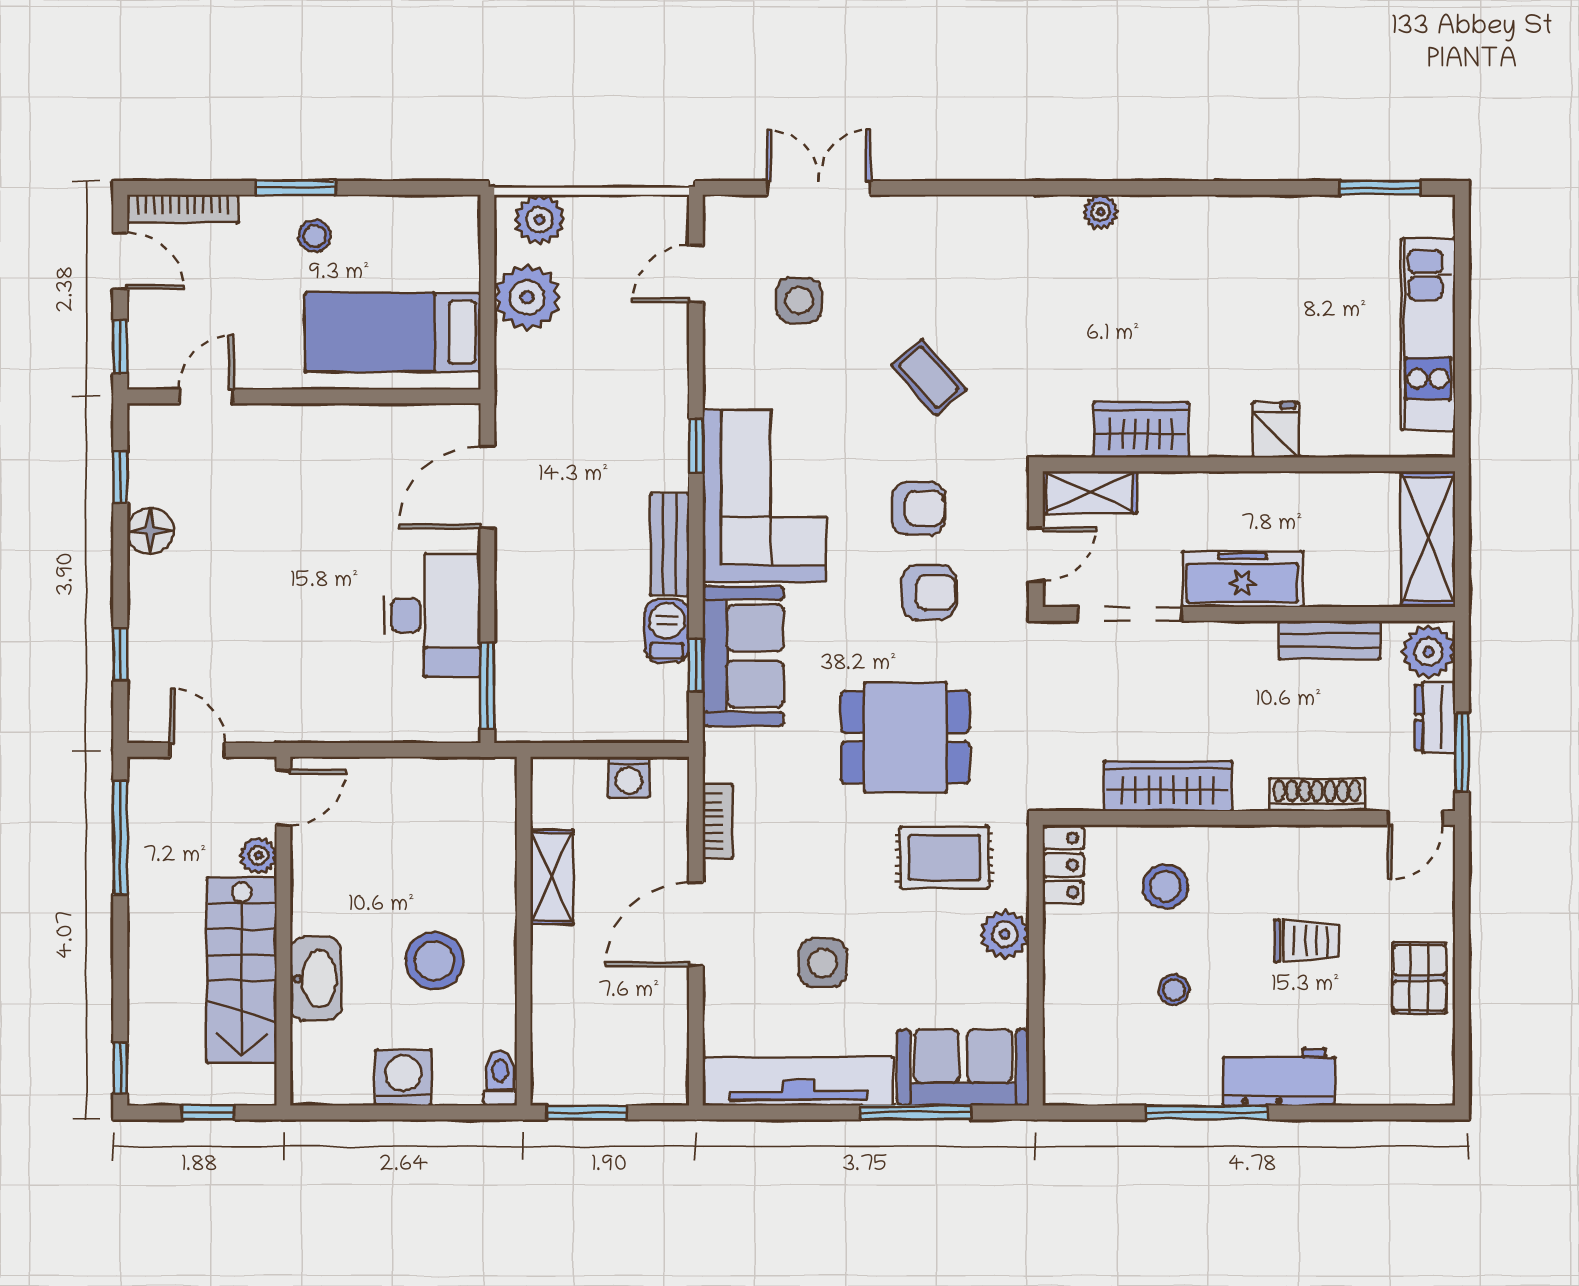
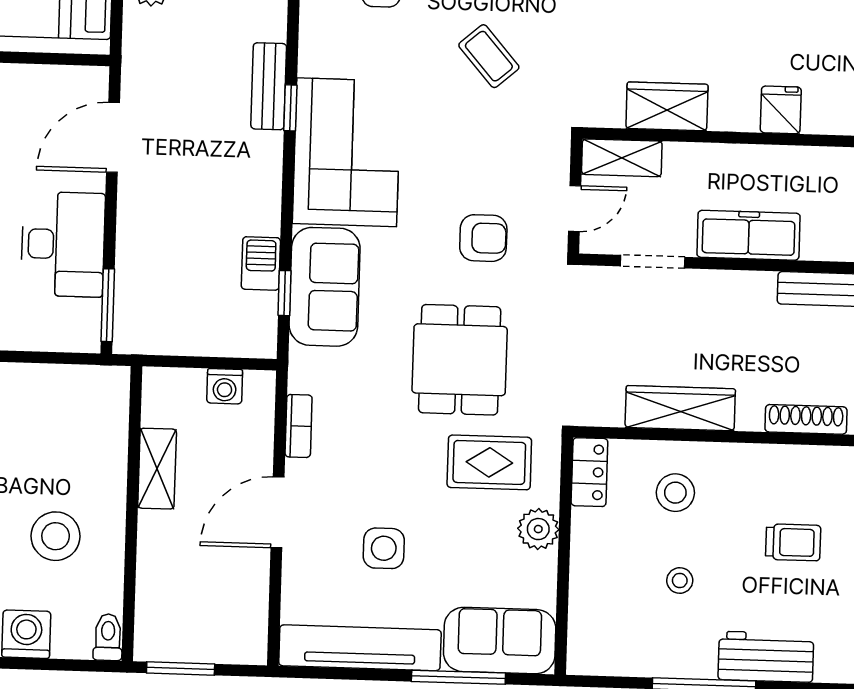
armchair: (918, 508) -> (477, 167), removed
bench: (670, 545) -> (269, 86), moved
doorway: (1130, 614) -> (652, 262), width x0.73
dining table: (905, 737) -> (460, 360), turned 90

